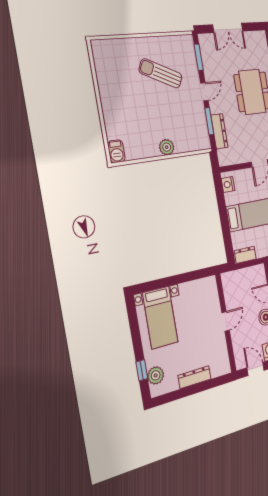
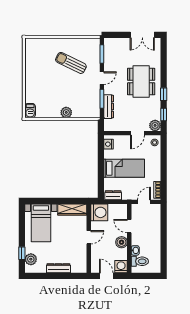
double door: (228, 28) -> (142, 35), moved
washing machine: (232, 283) -> (99, 212), added
wardrobe: (198, 287) -> (72, 210), added

